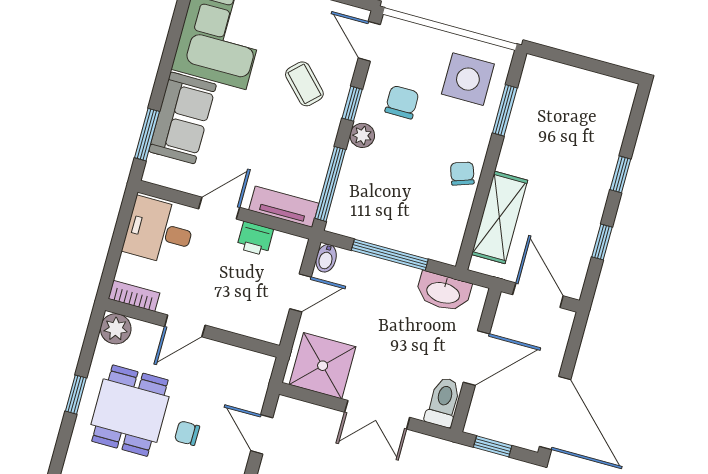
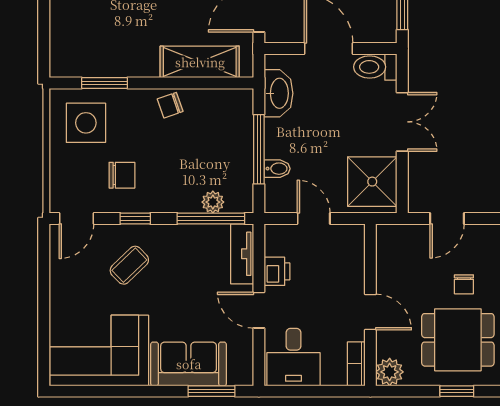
chair: (402, 102) -> (122, 175), turned 180
plant: (362, 135) -> (213, 202), moved
bidet: (326, 258) -> (277, 169), moved

